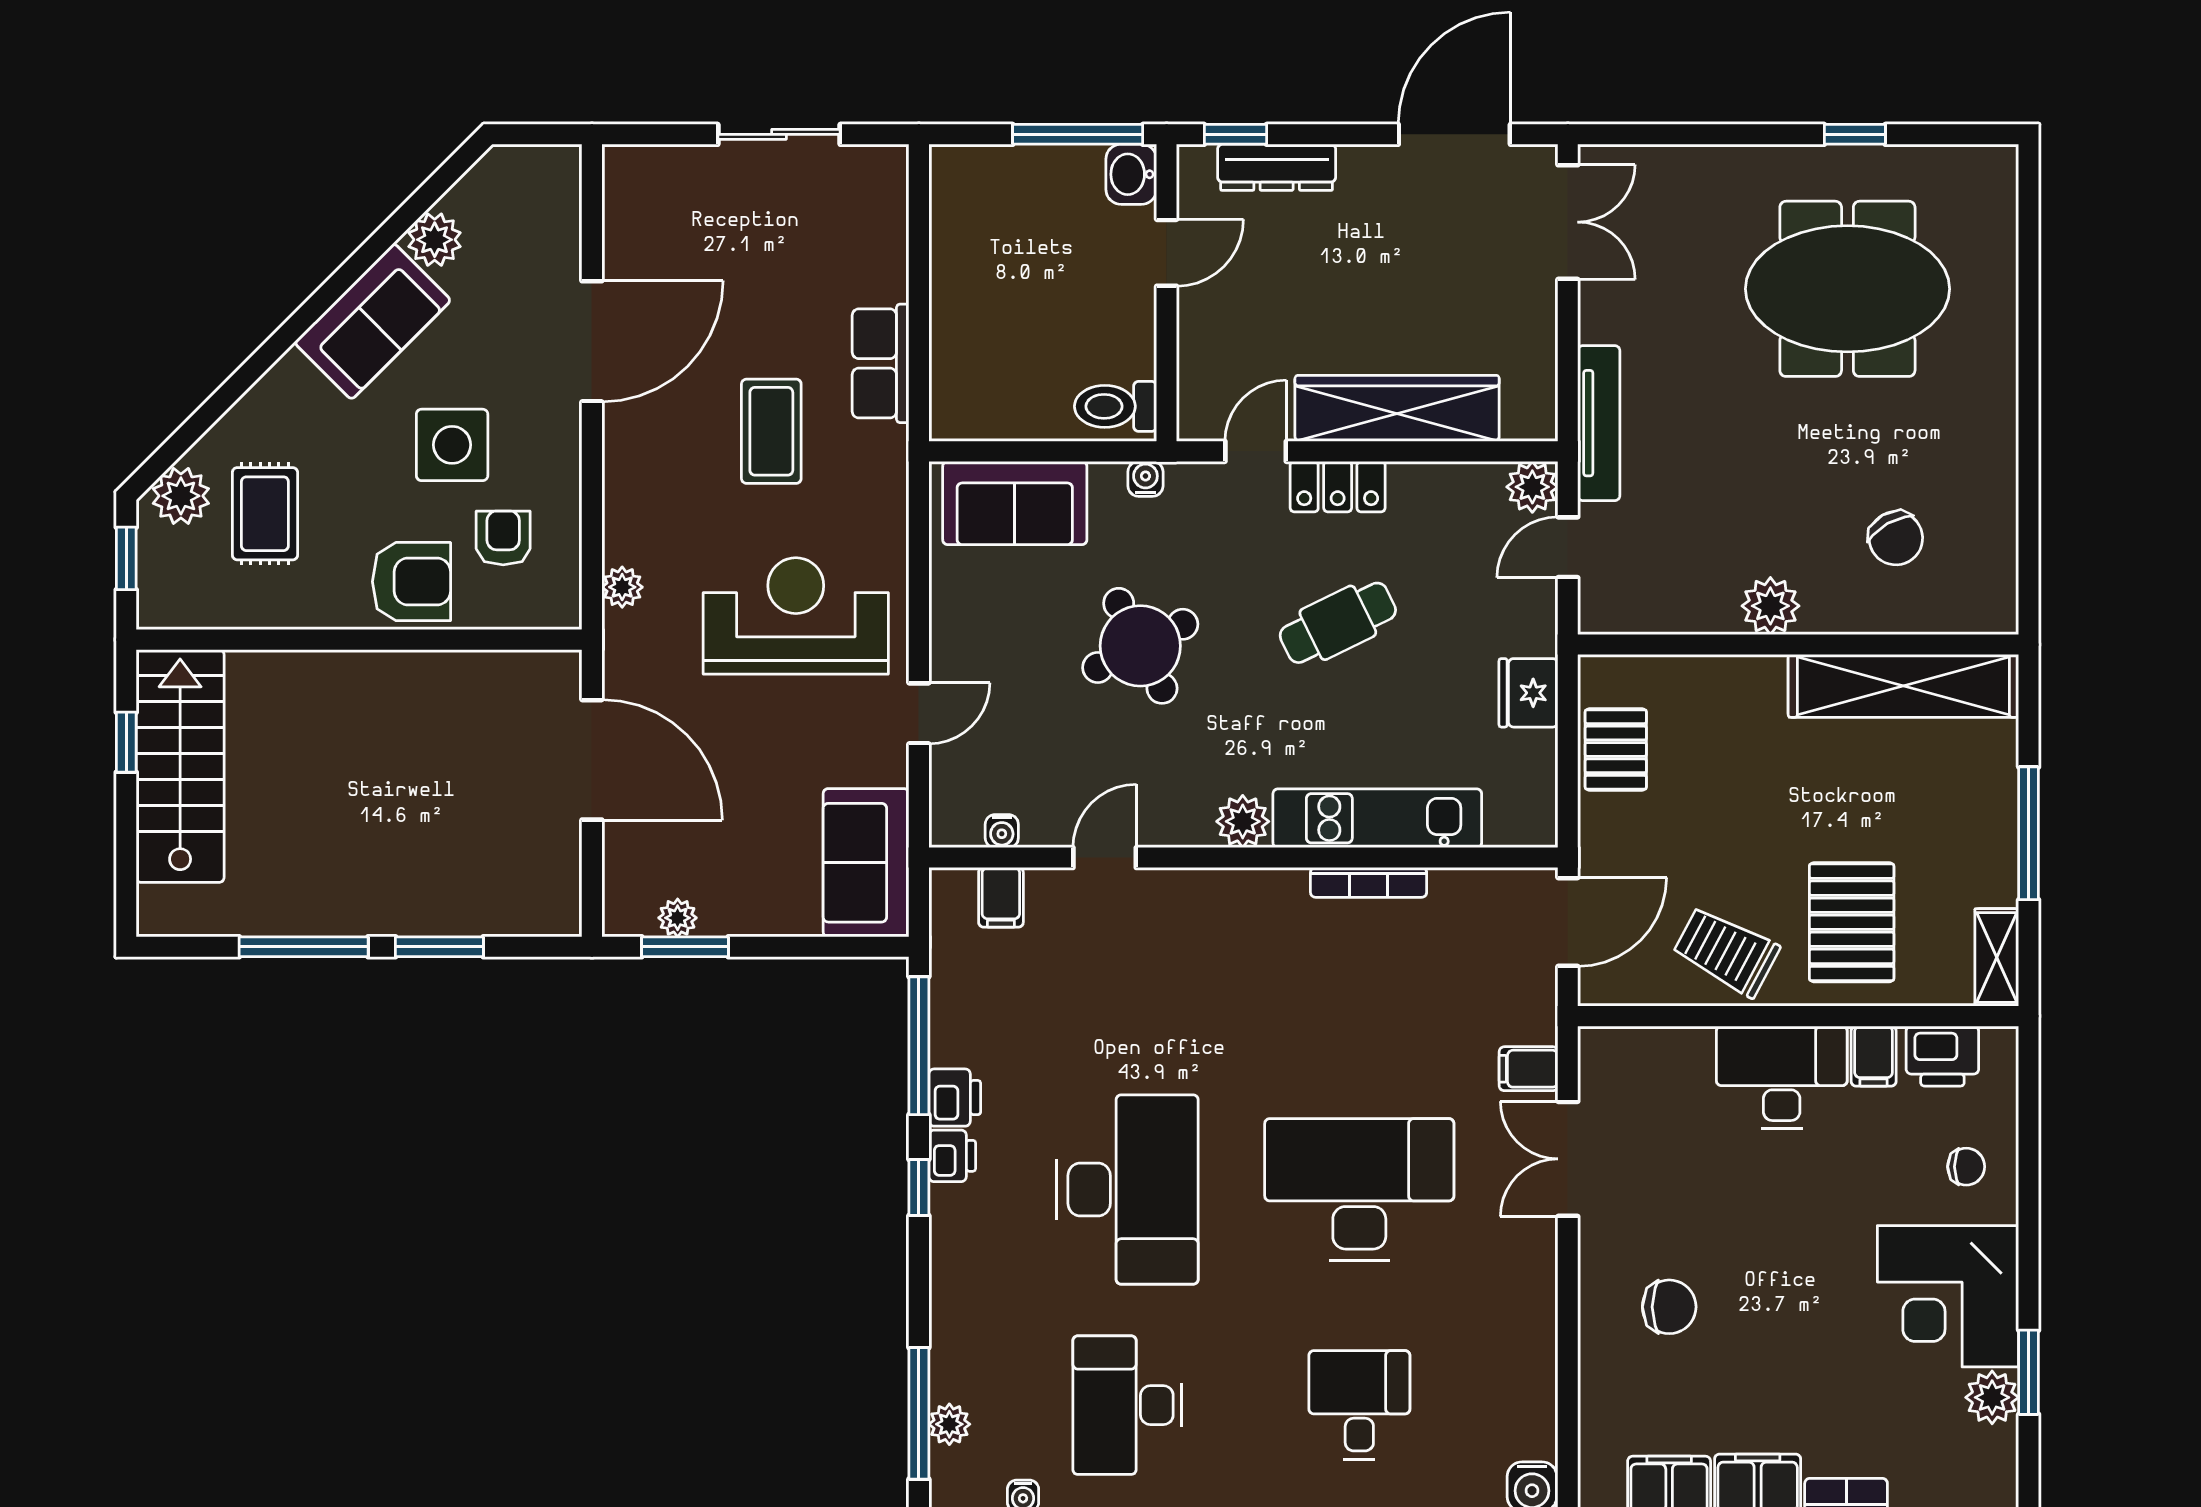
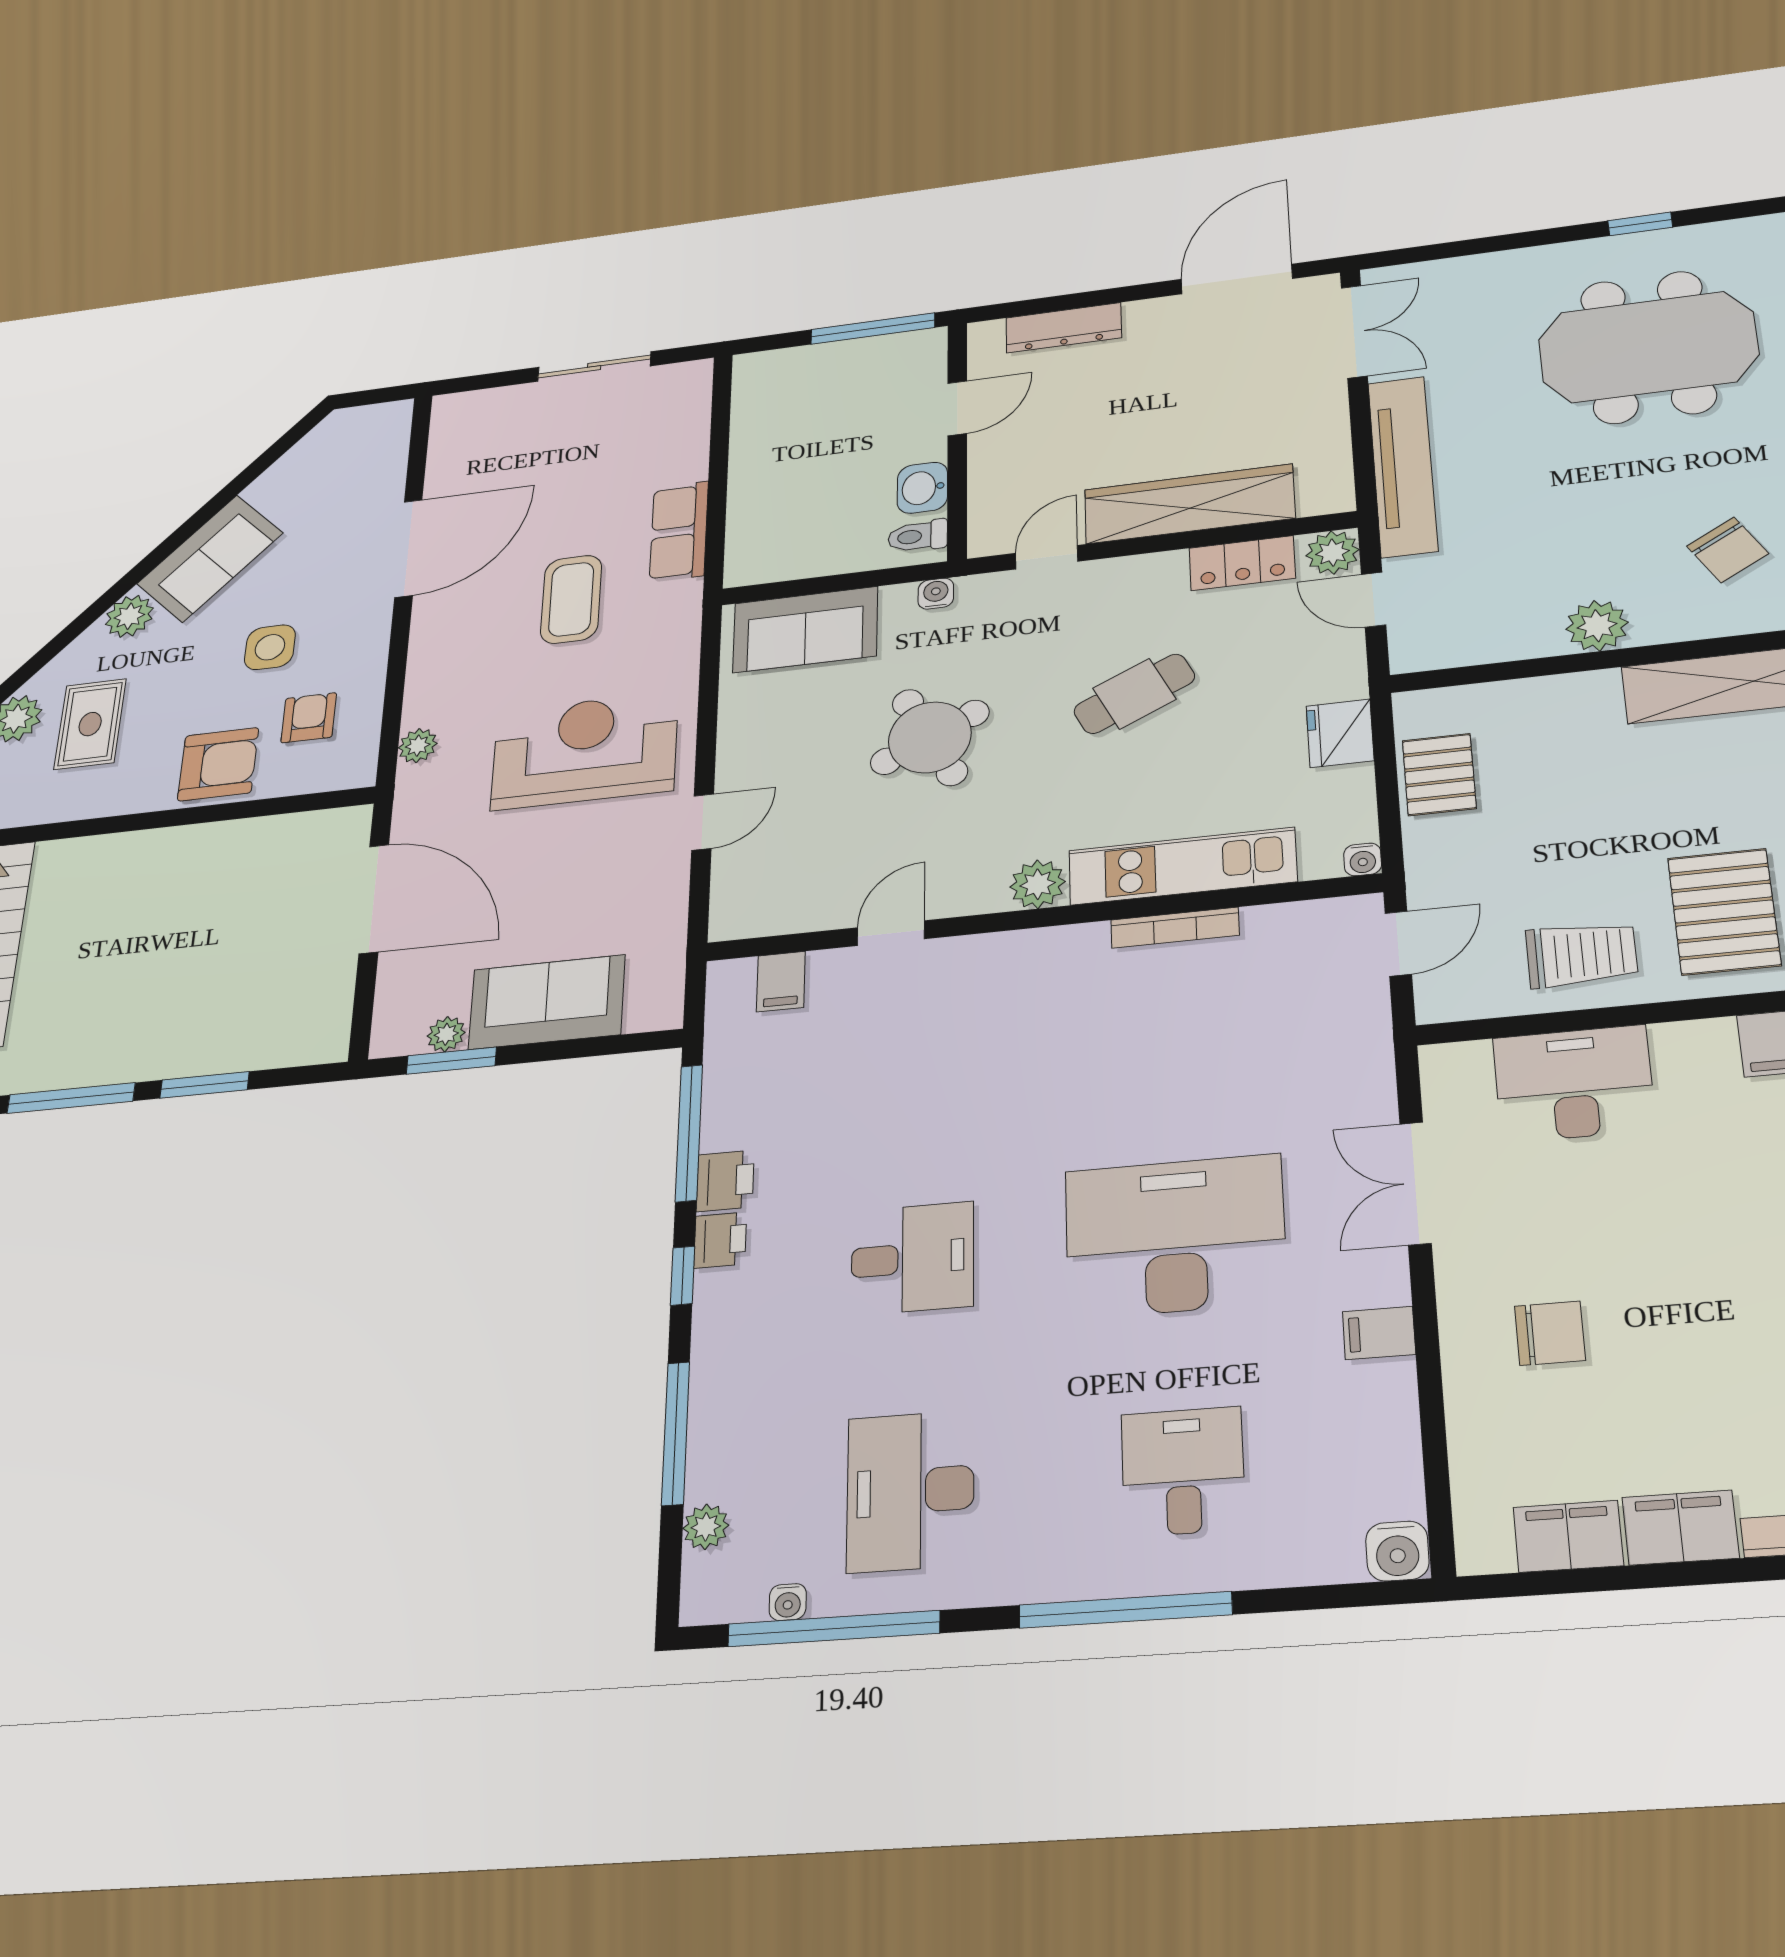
window: (1235, 134) -> (1023, 308), removed
washbasin: (1131, 174) -> (922, 488), moved
plant: (435, 240) -> (129, 616), moved
toilet: (1116, 406) -> (918, 536), width x0.73, depth x0.72
tv unit: (1599, 423) -> (1403, 466), width x1.36, depth x1.29
side table: (452, 445) -> (270, 647), width x0.73, depth x0.73
locker: (1338, 487) -> (1242, 563), moved
door: (1568, 547) -> (1374, 600), hinge flipped
water cooler: (1002, 831) -> (1363, 859), moved
sofa: (866, 863) -> (547, 1002), moved, turned 90
door: (1568, 922) -> (1398, 944), width x0.73
trolley: (1726, 951) -> (1581, 955), turned 152
filing cabinet: (1529, 1069) -> (1379, 1333), moved
desk: (1782, 1077) -> (1574, 1084), moved
desk: (1127, 1190) -> (912, 1258), width x0.53, depth x0.77
window: (919, 1413) -> (676, 1433), moved

